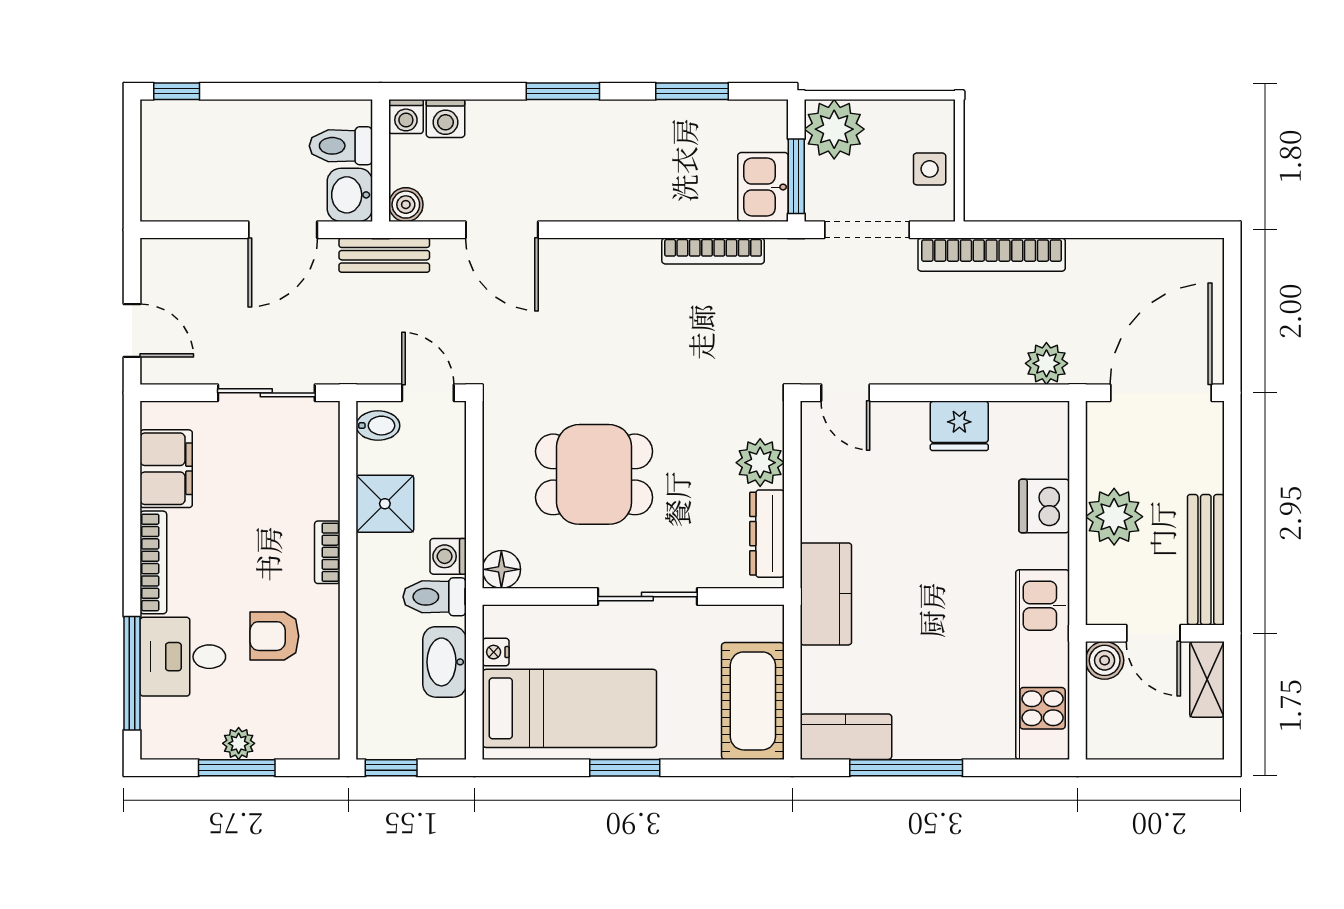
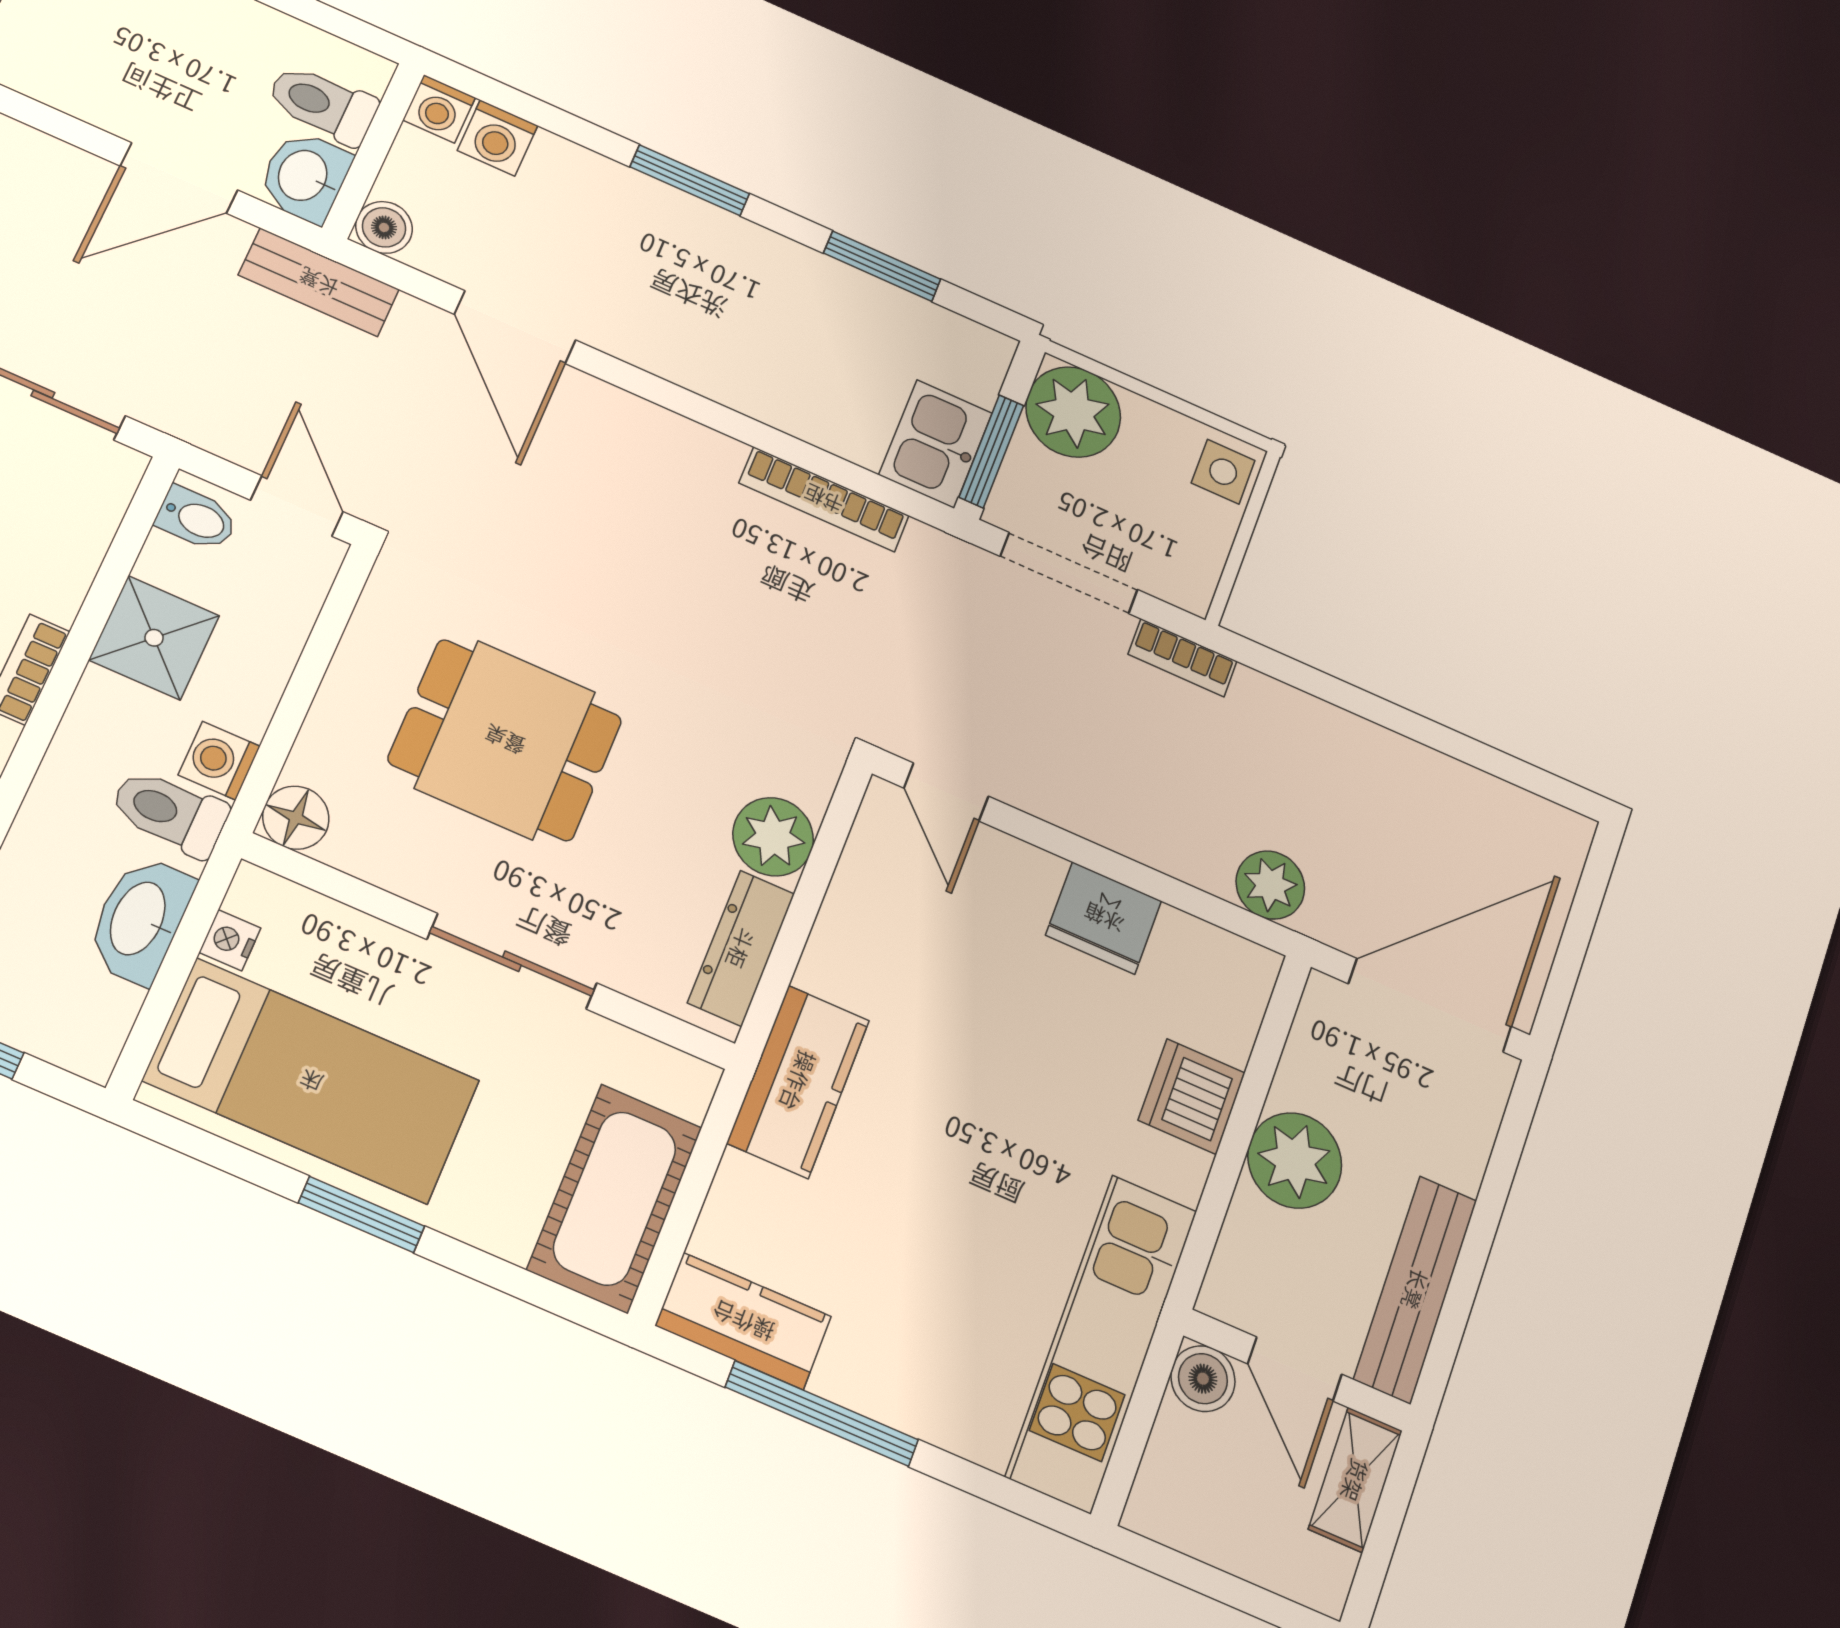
side table: (930, 169) -> (1223, 472), moved
bookcase: (992, 255) -> (1182, 658), width x0.43, depth x0.76

